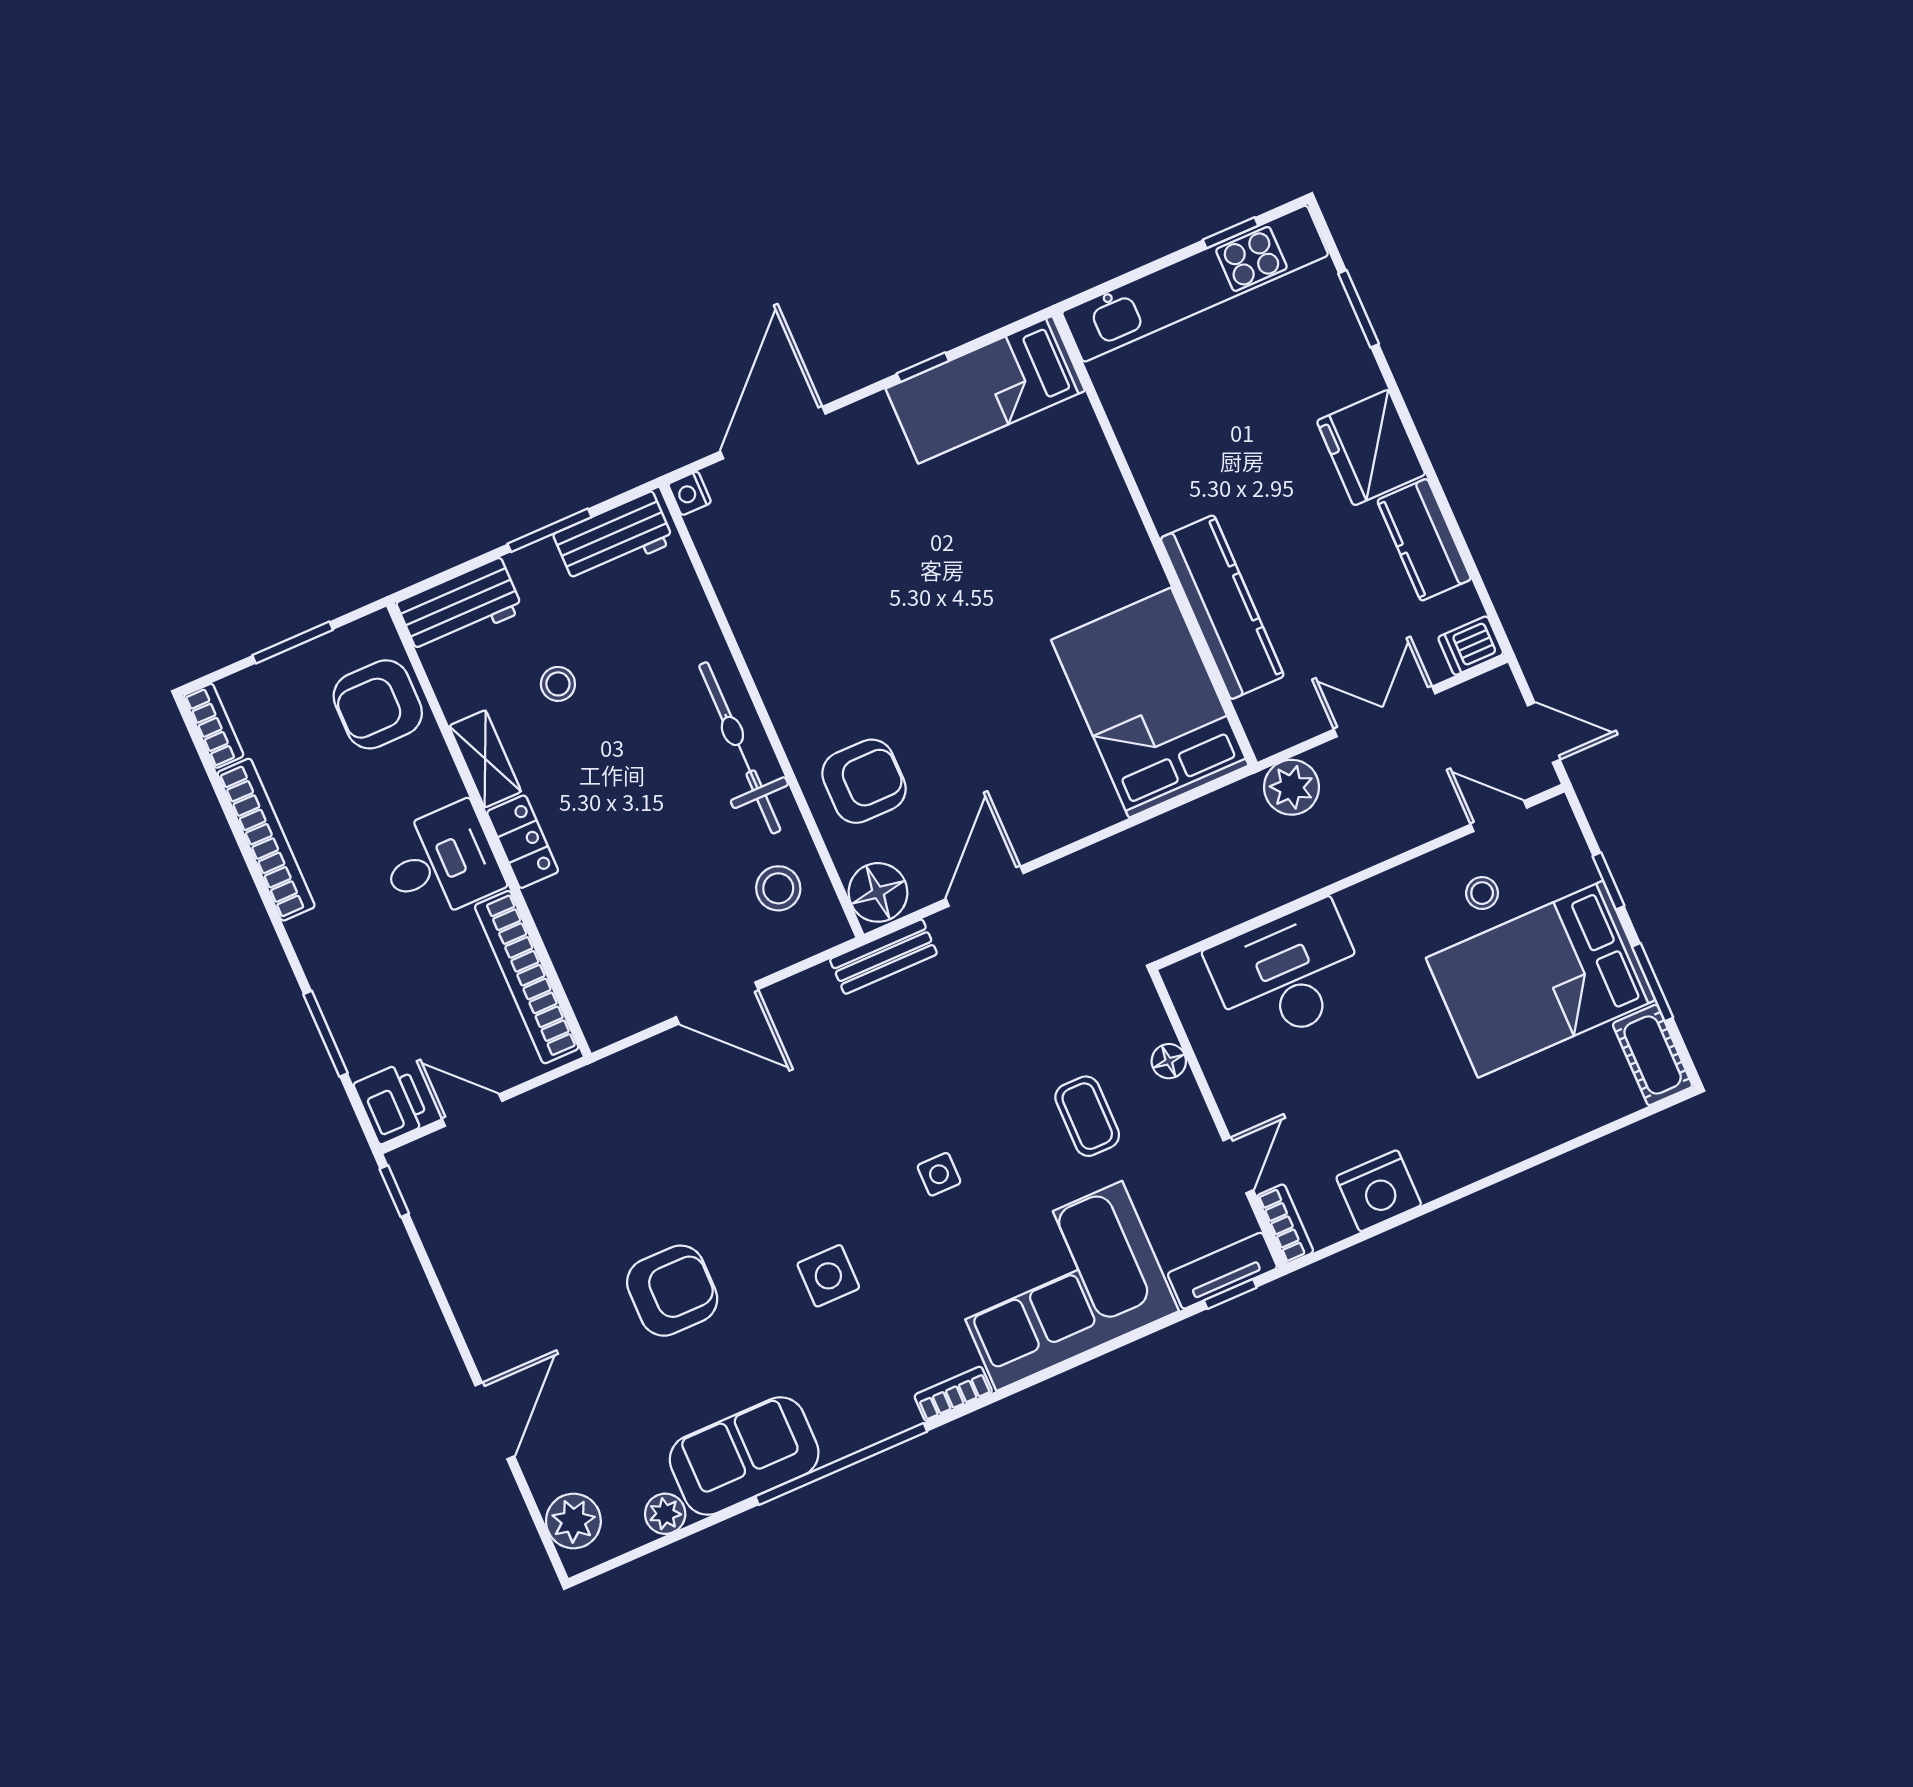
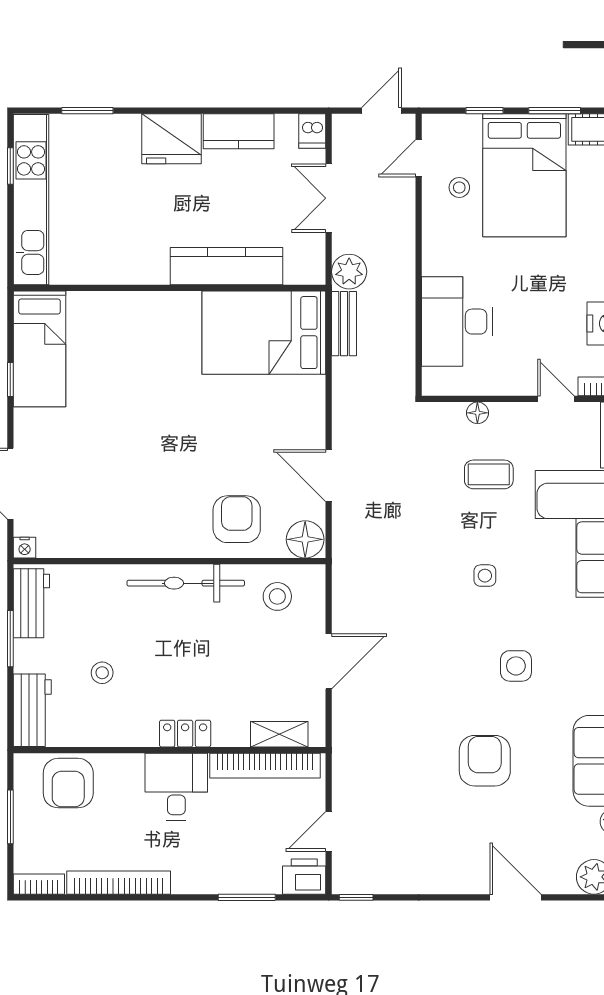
shelving: (485, 759) -> (279, 734), moved
bench: (883, 957) -> (344, 324), moved

